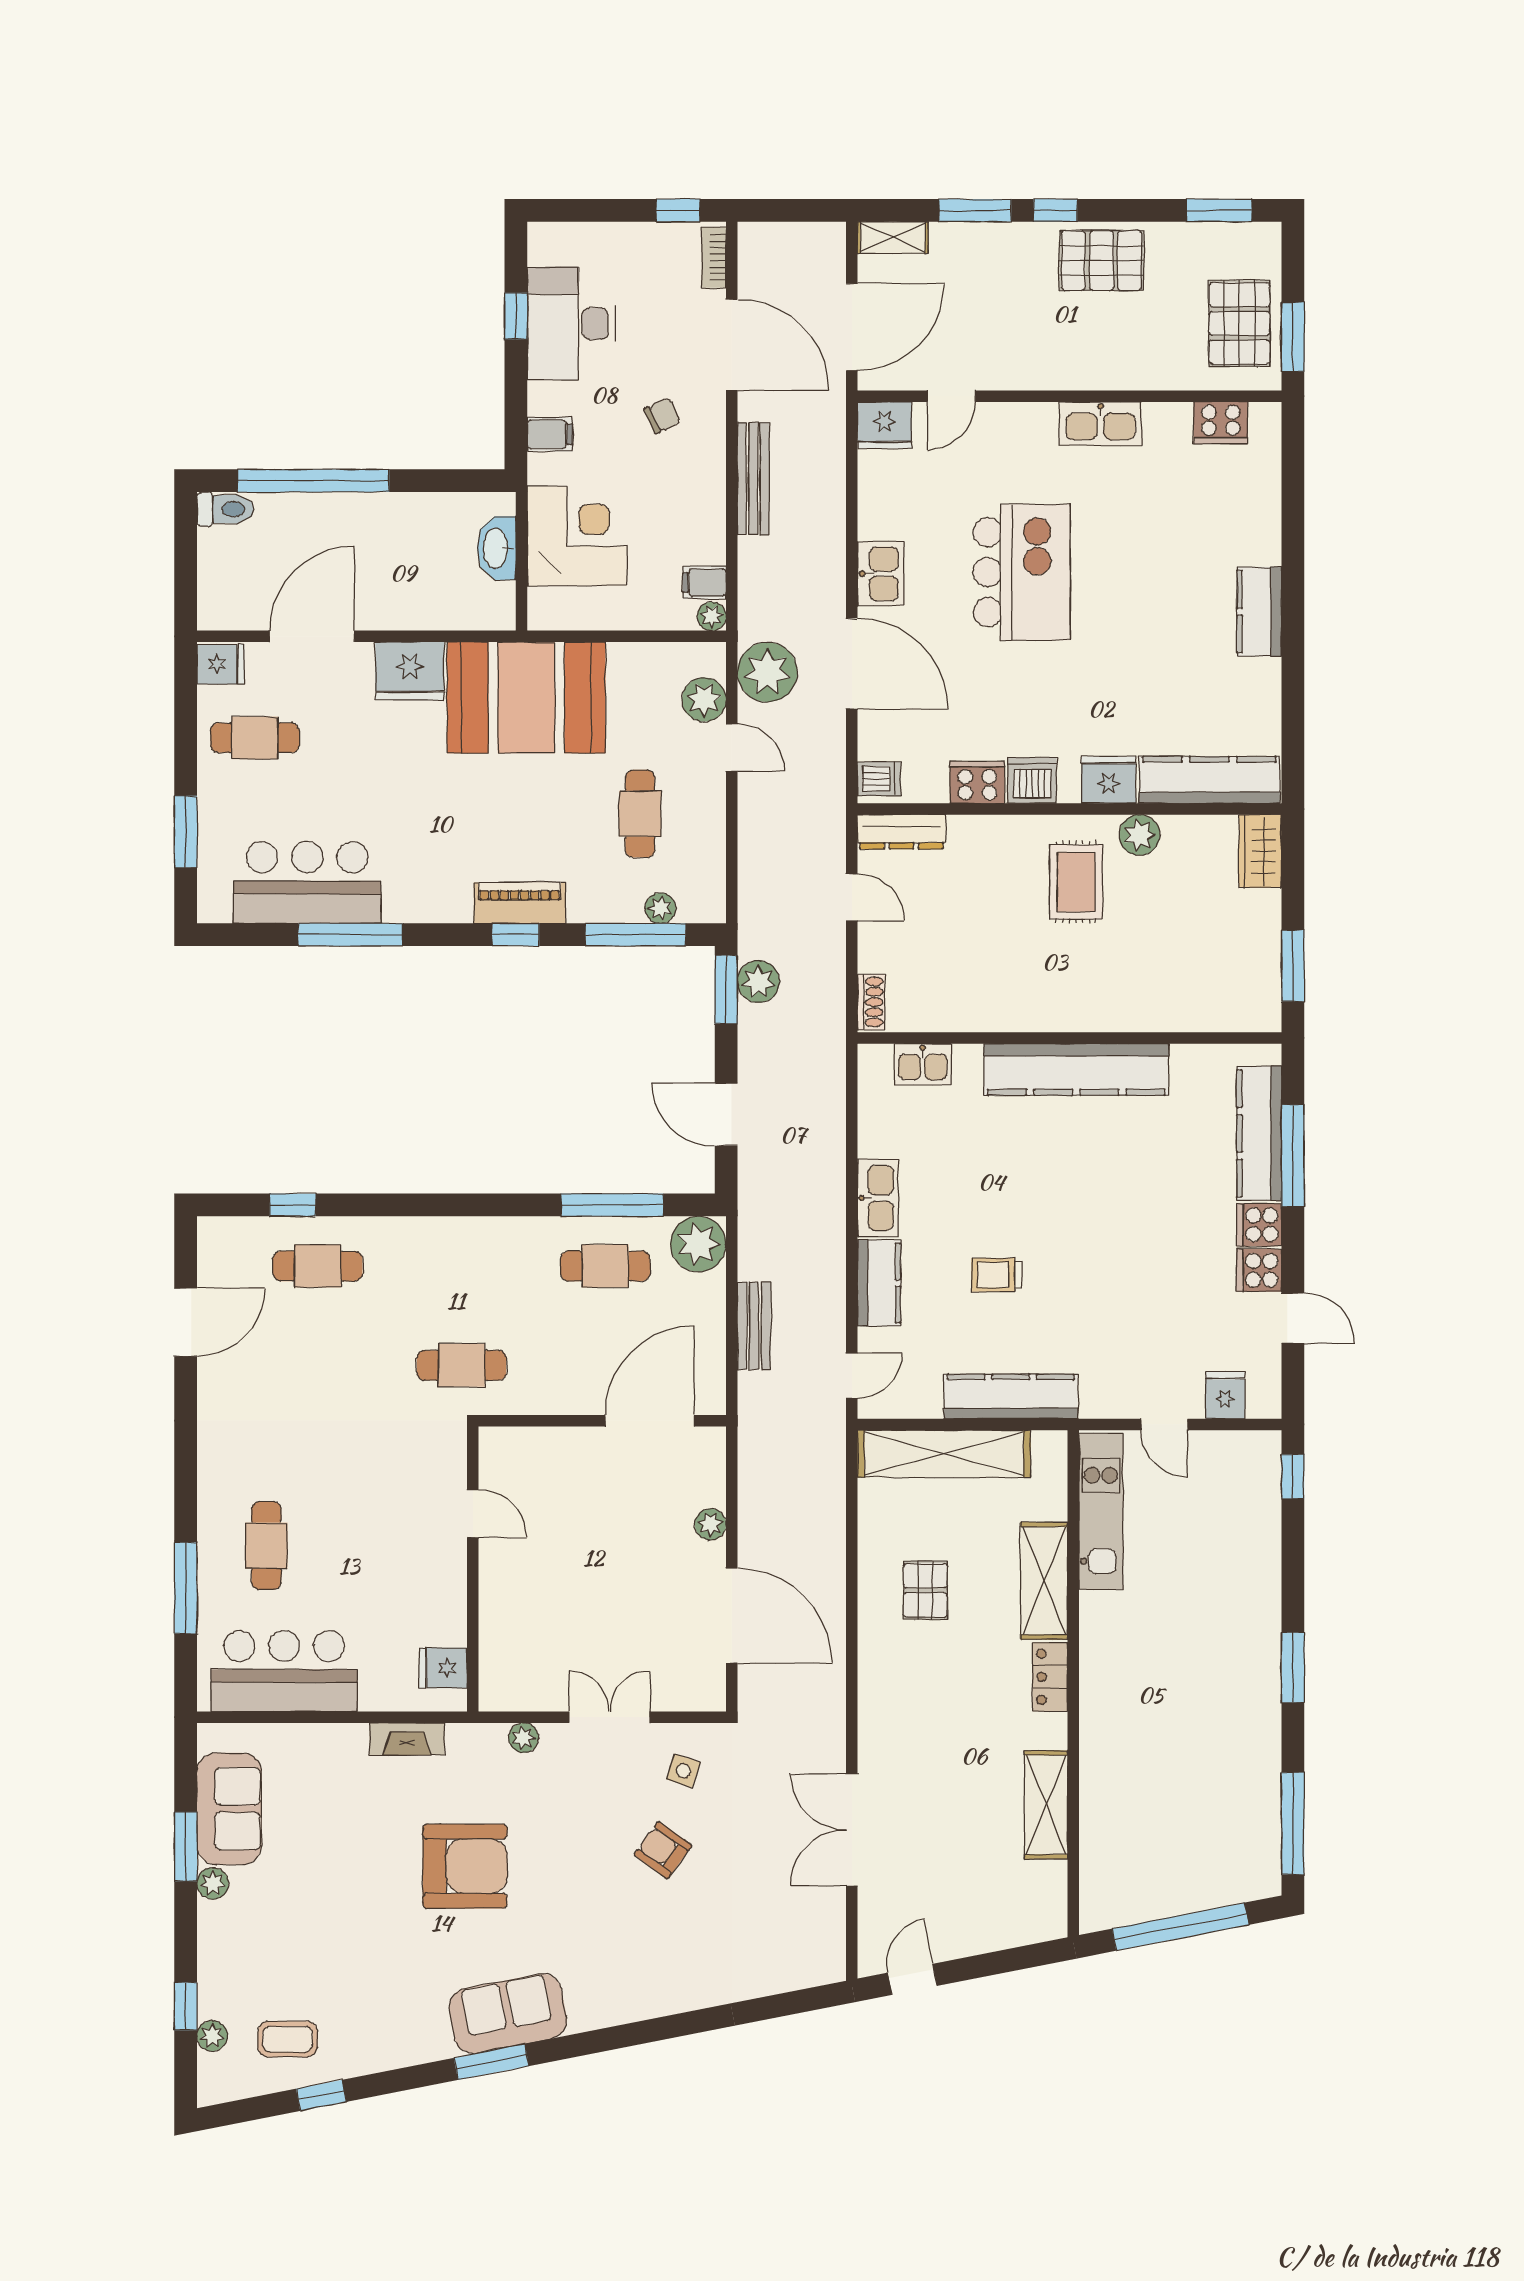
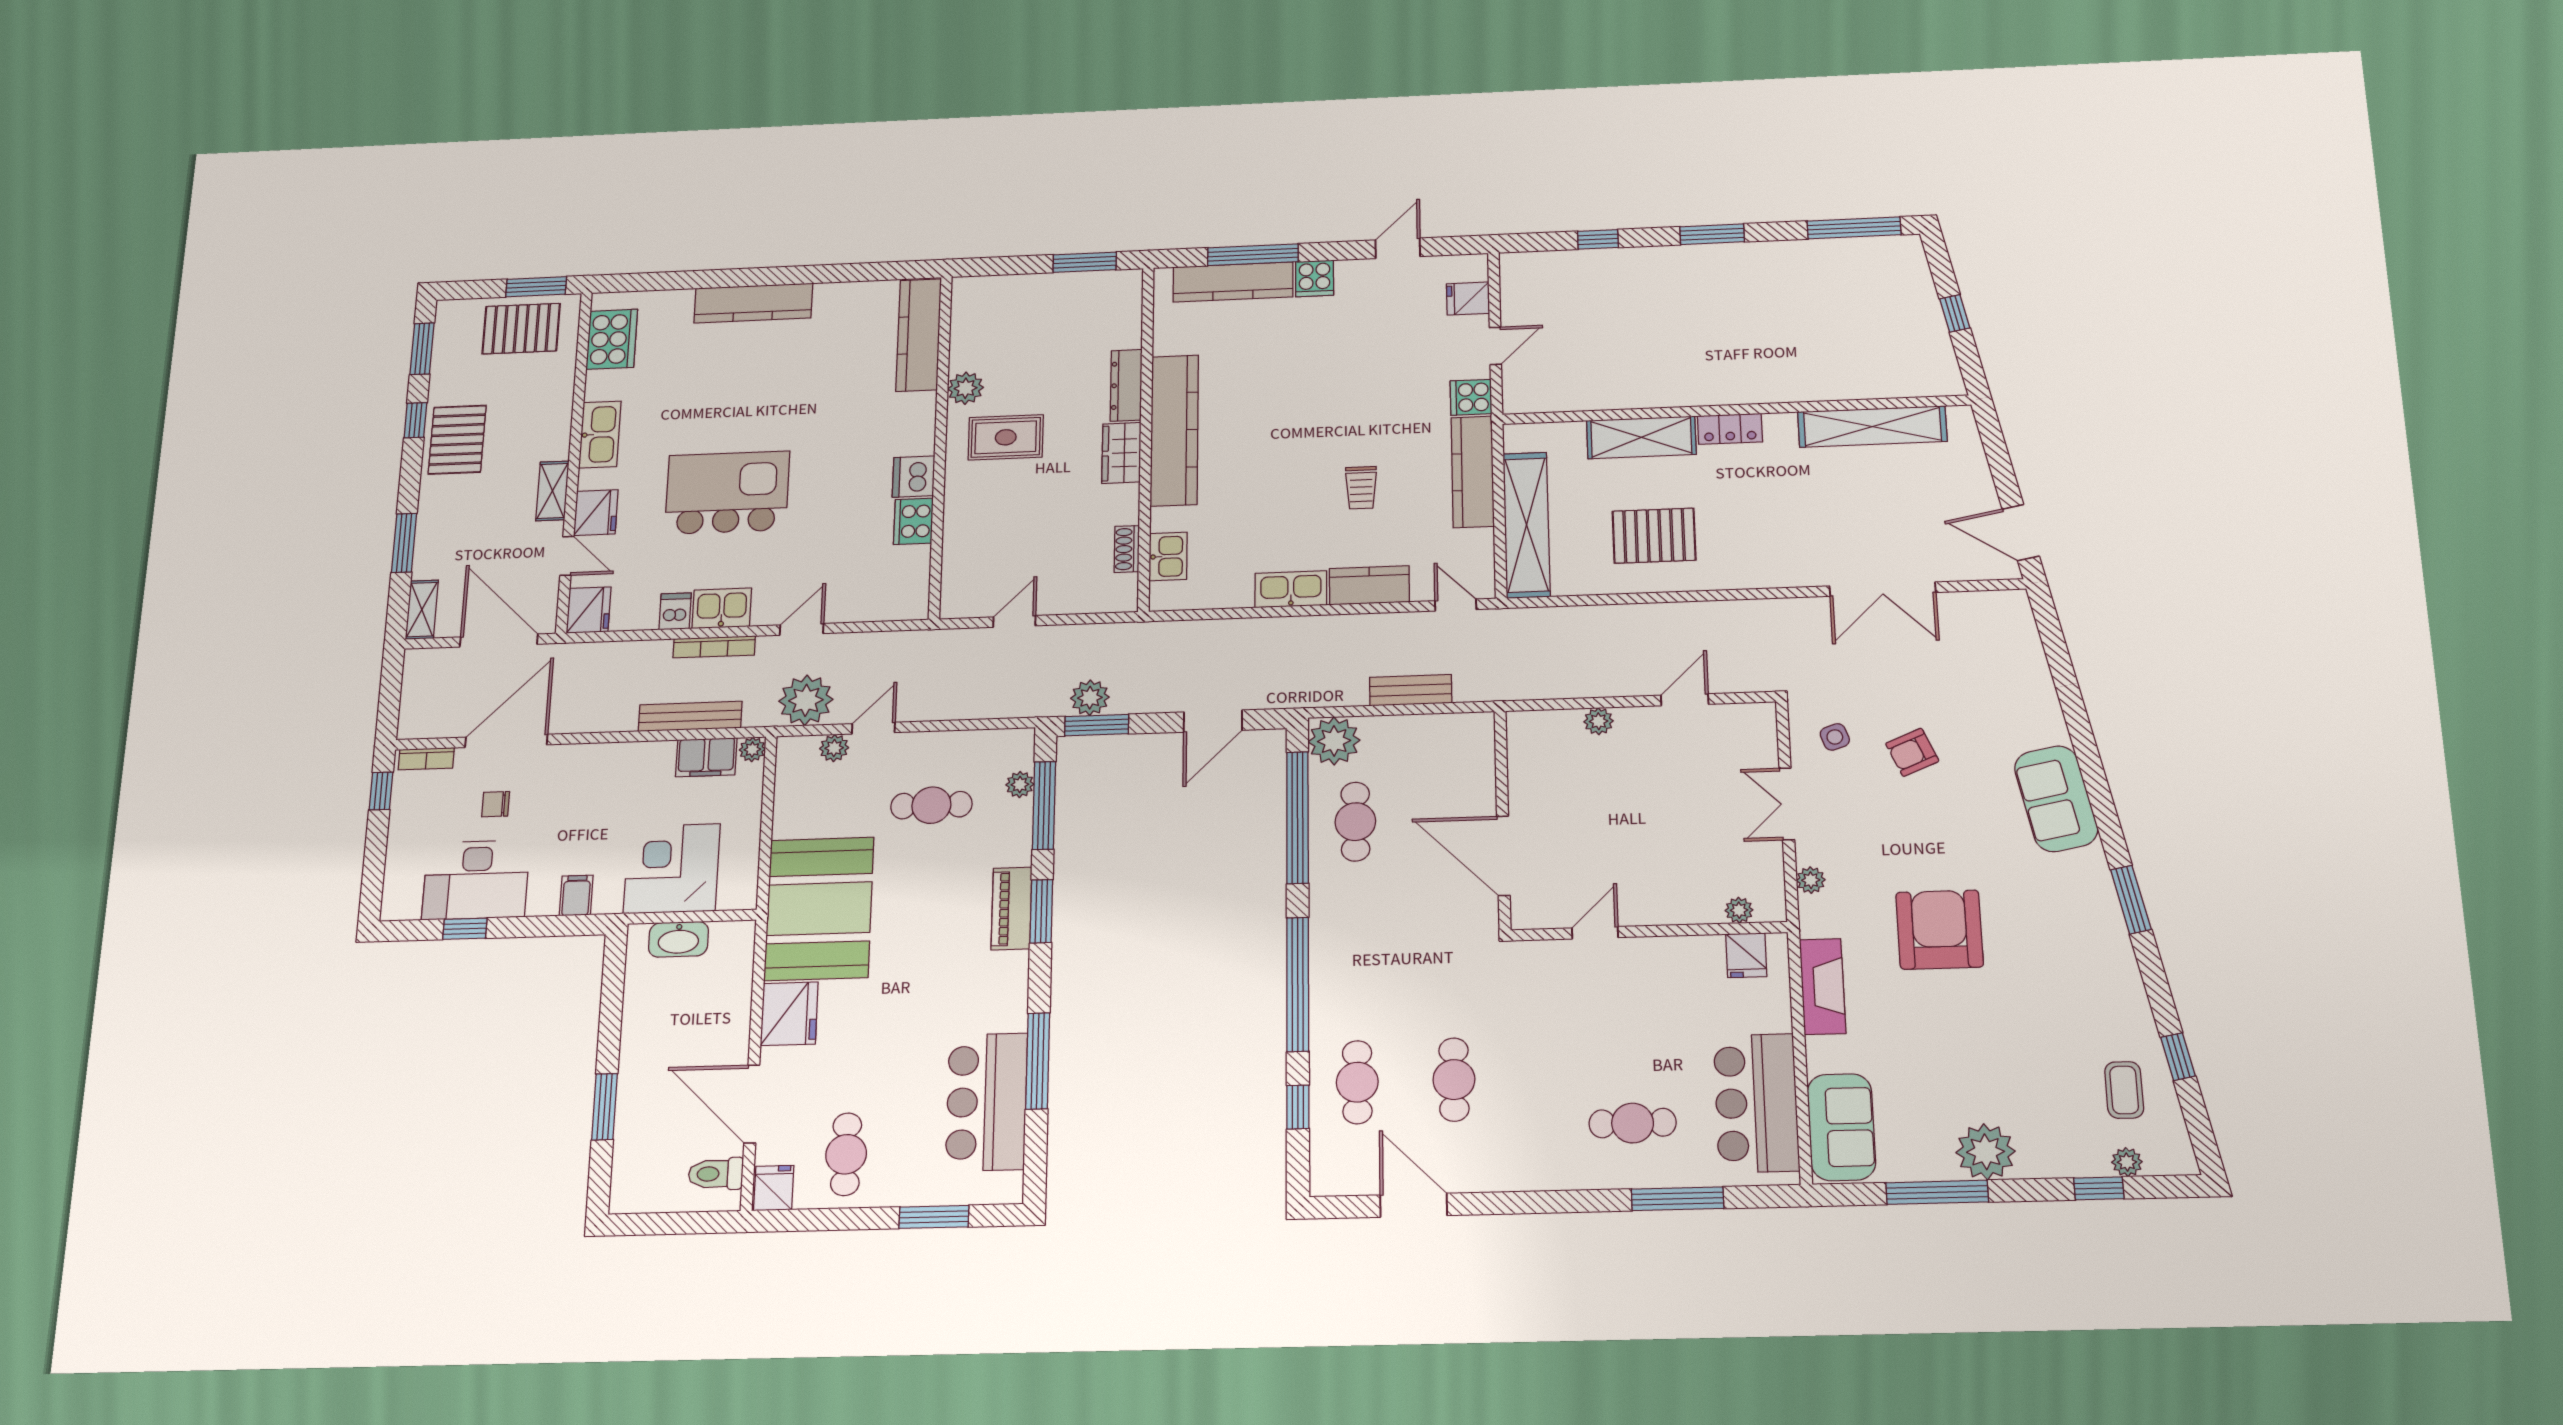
window: (1055, 210) -> (415, 420), moved
shelving: (1032, 374) -> (552, 491), added
chair: (662, 416) -> (496, 804), moved, turned -65
cooker: (1221, 423) -> (612, 339), width x1.37, depth x1.31
bench: (753, 479) -> (690, 716), moved
window: (313, 481) -> (605, 1107), width x0.47
toilet: (225, 509) -> (716, 1174), moved, turned -90
bookcase: (835, 568) -> (714, 647), added
filing cabinet: (704, 583) -> (706, 757), width x2.00
kitchen counter: (1259, 612) -> (753, 303), width x1.50
door: (852, 664) -> (802, 629), width x0.53
plant: (704, 700) -> (834, 748), width x0.73, depth x0.73
dishwasher: (879, 779) -> (675, 611), moved
fridge: (1109, 780) -> (596, 513), moved, turned 180
dresser: (902, 832) -> (1126, 385), moved, turned 180
wardrobe: (1260, 851) -> (1121, 453), moved, turned 90
window: (516, 935) -> (1041, 911), width x1.50
shoe rack: (871, 1002) -> (1127, 549), moved, turned -90
window: (426, 1205) -> (1298, 984), added
window: (612, 1205) -> (1297, 817), width x1.46
cooker: (1259, 1270) -> (1471, 397), moved, turned 90
cafe table: (462, 1365) -> (1454, 1080), moved
door: (650, 1421) -> (1503, 856), moved
window: (1293, 1476) -> (1598, 239), moved
kitchen unit: (1101, 1511) -> (1576, 394), removed
pallet: (925, 1590) -> (1654, 536), width x1.50, depth x1.42
door: (732, 1616) -> (1685, 700), width x0.53
plant: (493, 1663) -> (1739, 910), added
fireplace: (407, 1739) -> (1823, 986), width x1.37, depth x1.32
side table: (683, 1771) -> (1835, 737), turned -37
shelving: (1046, 1805) -> (1872, 427), width x1.47
sofa: (229, 1809) -> (1841, 1127), moved, turned 90
window: (186, 1847) -> (1937, 1192), width x1.44
armchair: (663, 1850) -> (1912, 752), turned 31
plant: (213, 1883) -> (1986, 1152), width x1.87, depth x1.87
window: (1180, 1927) -> (1955, 313), width x0.32
door: (912, 1979) -> (2021, 533), width x1.37
sofa: (508, 2014) -> (2056, 799), moved

